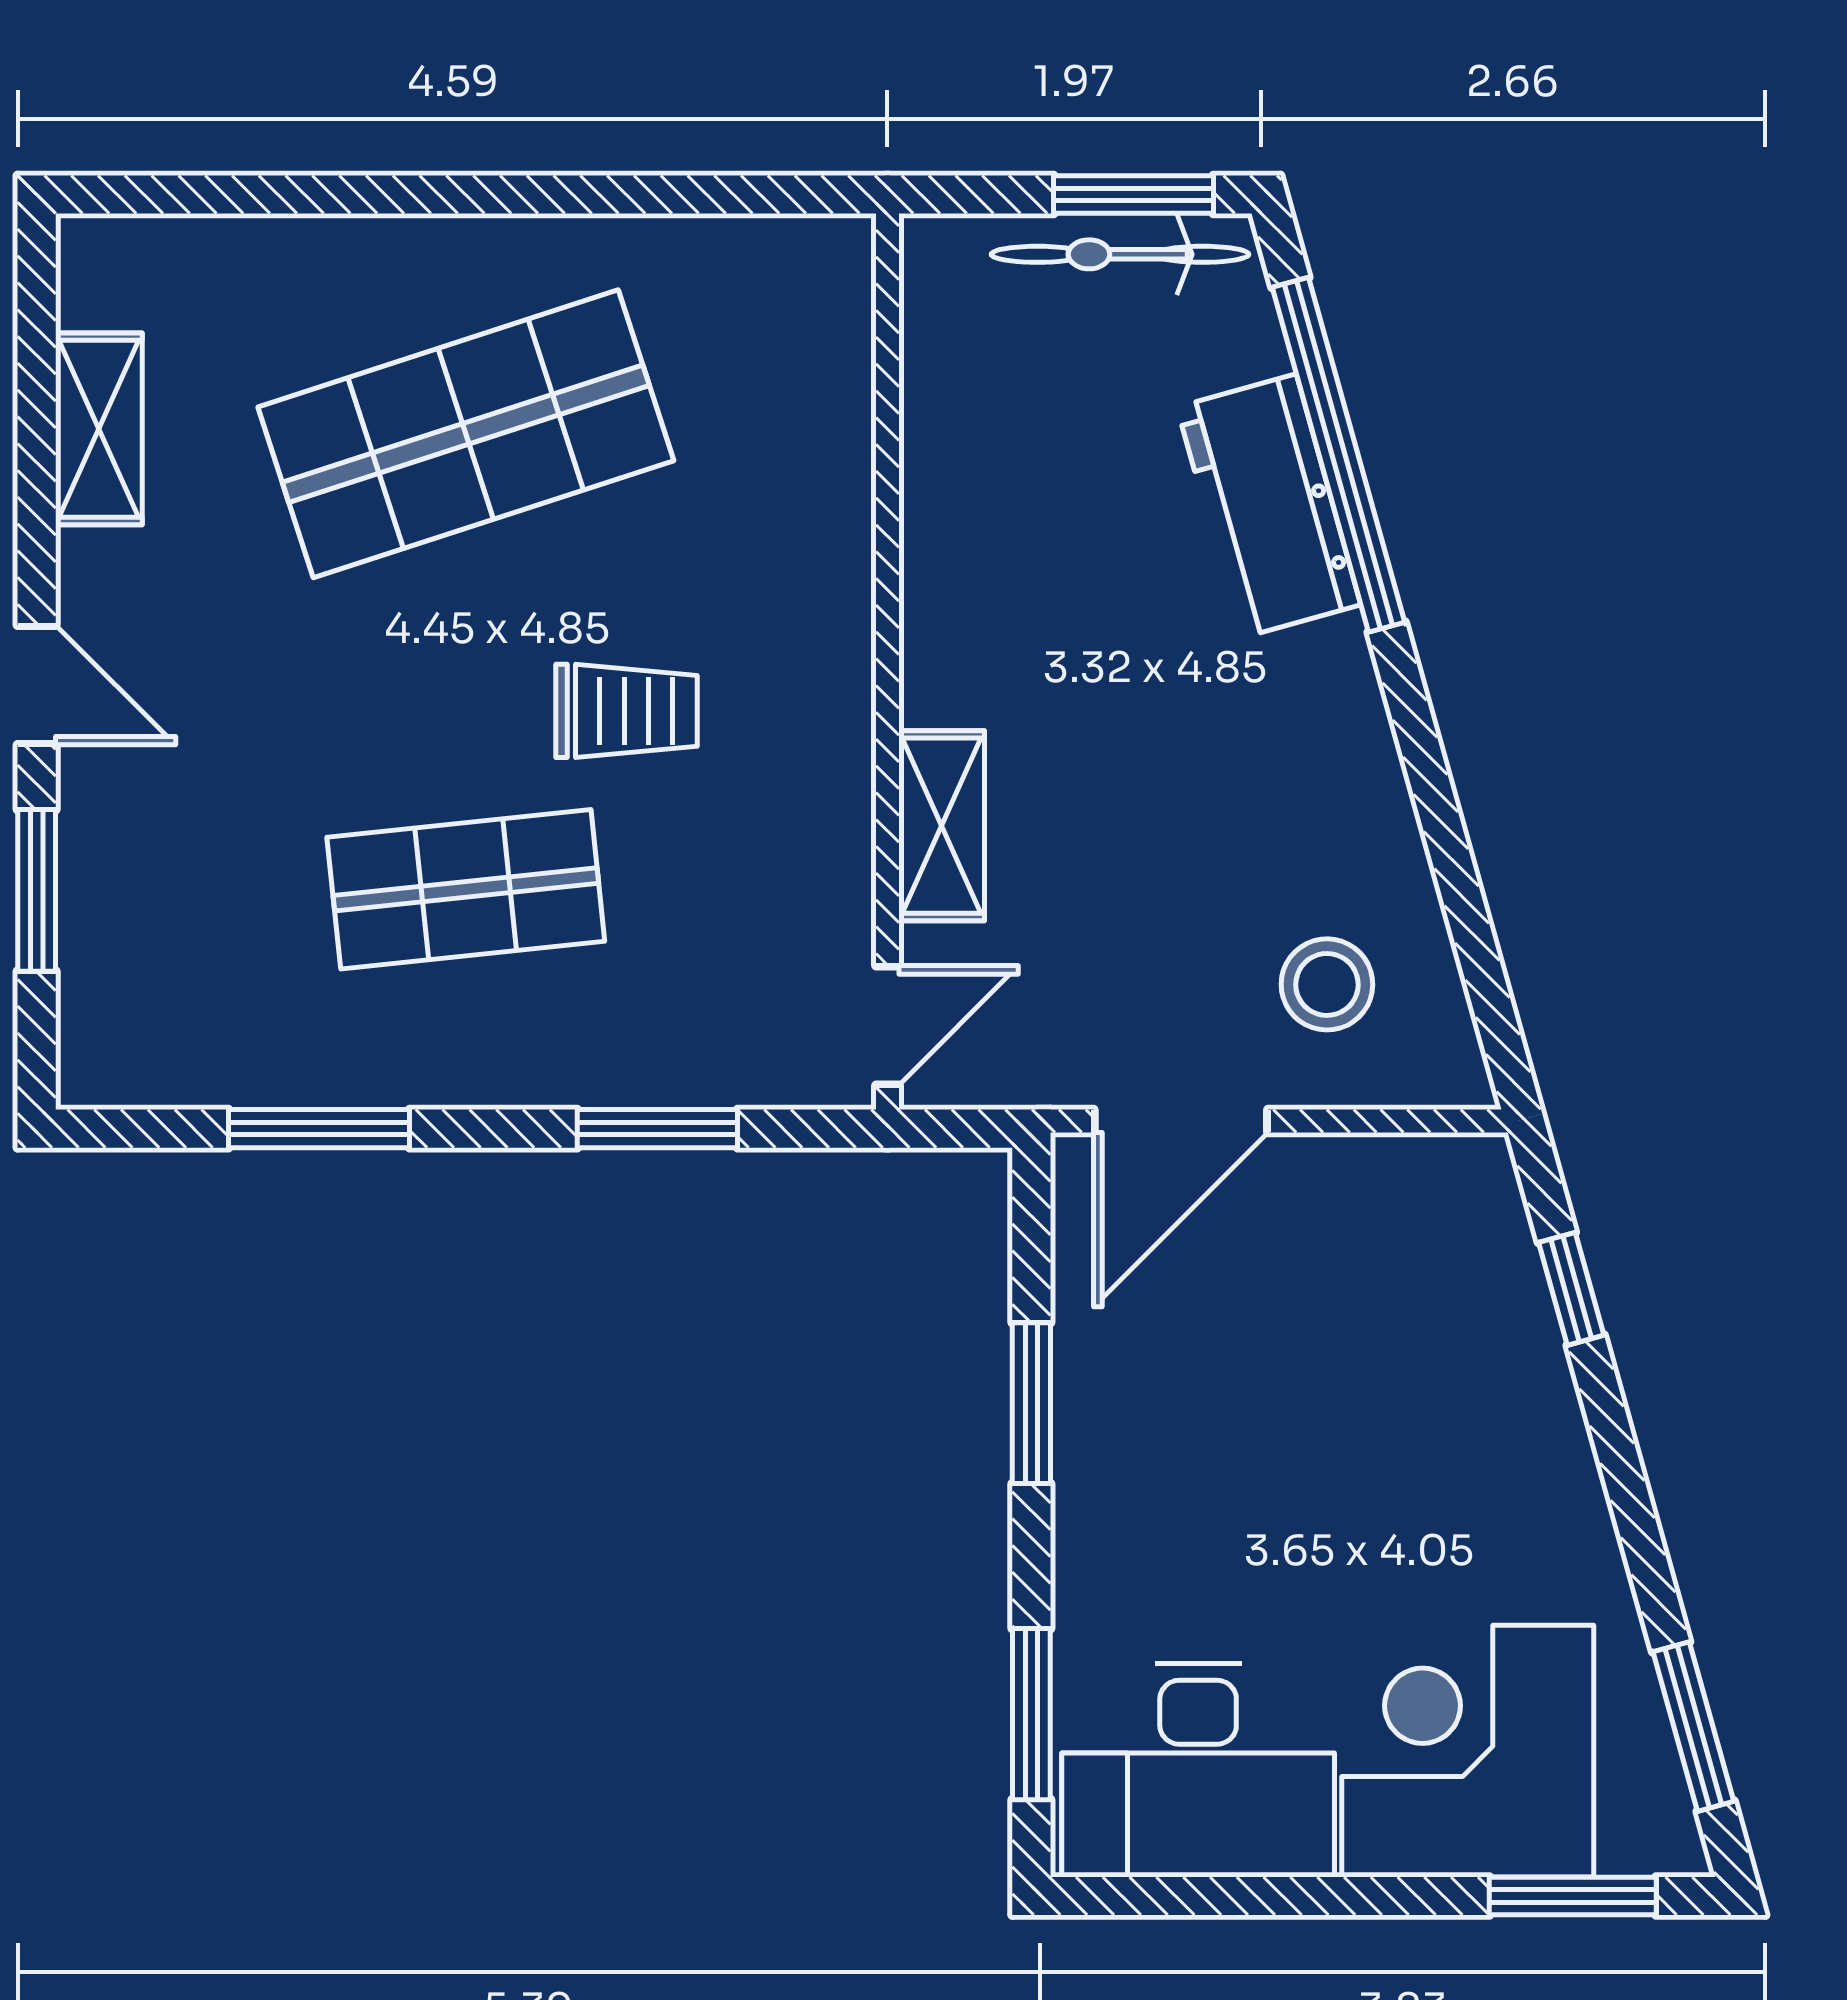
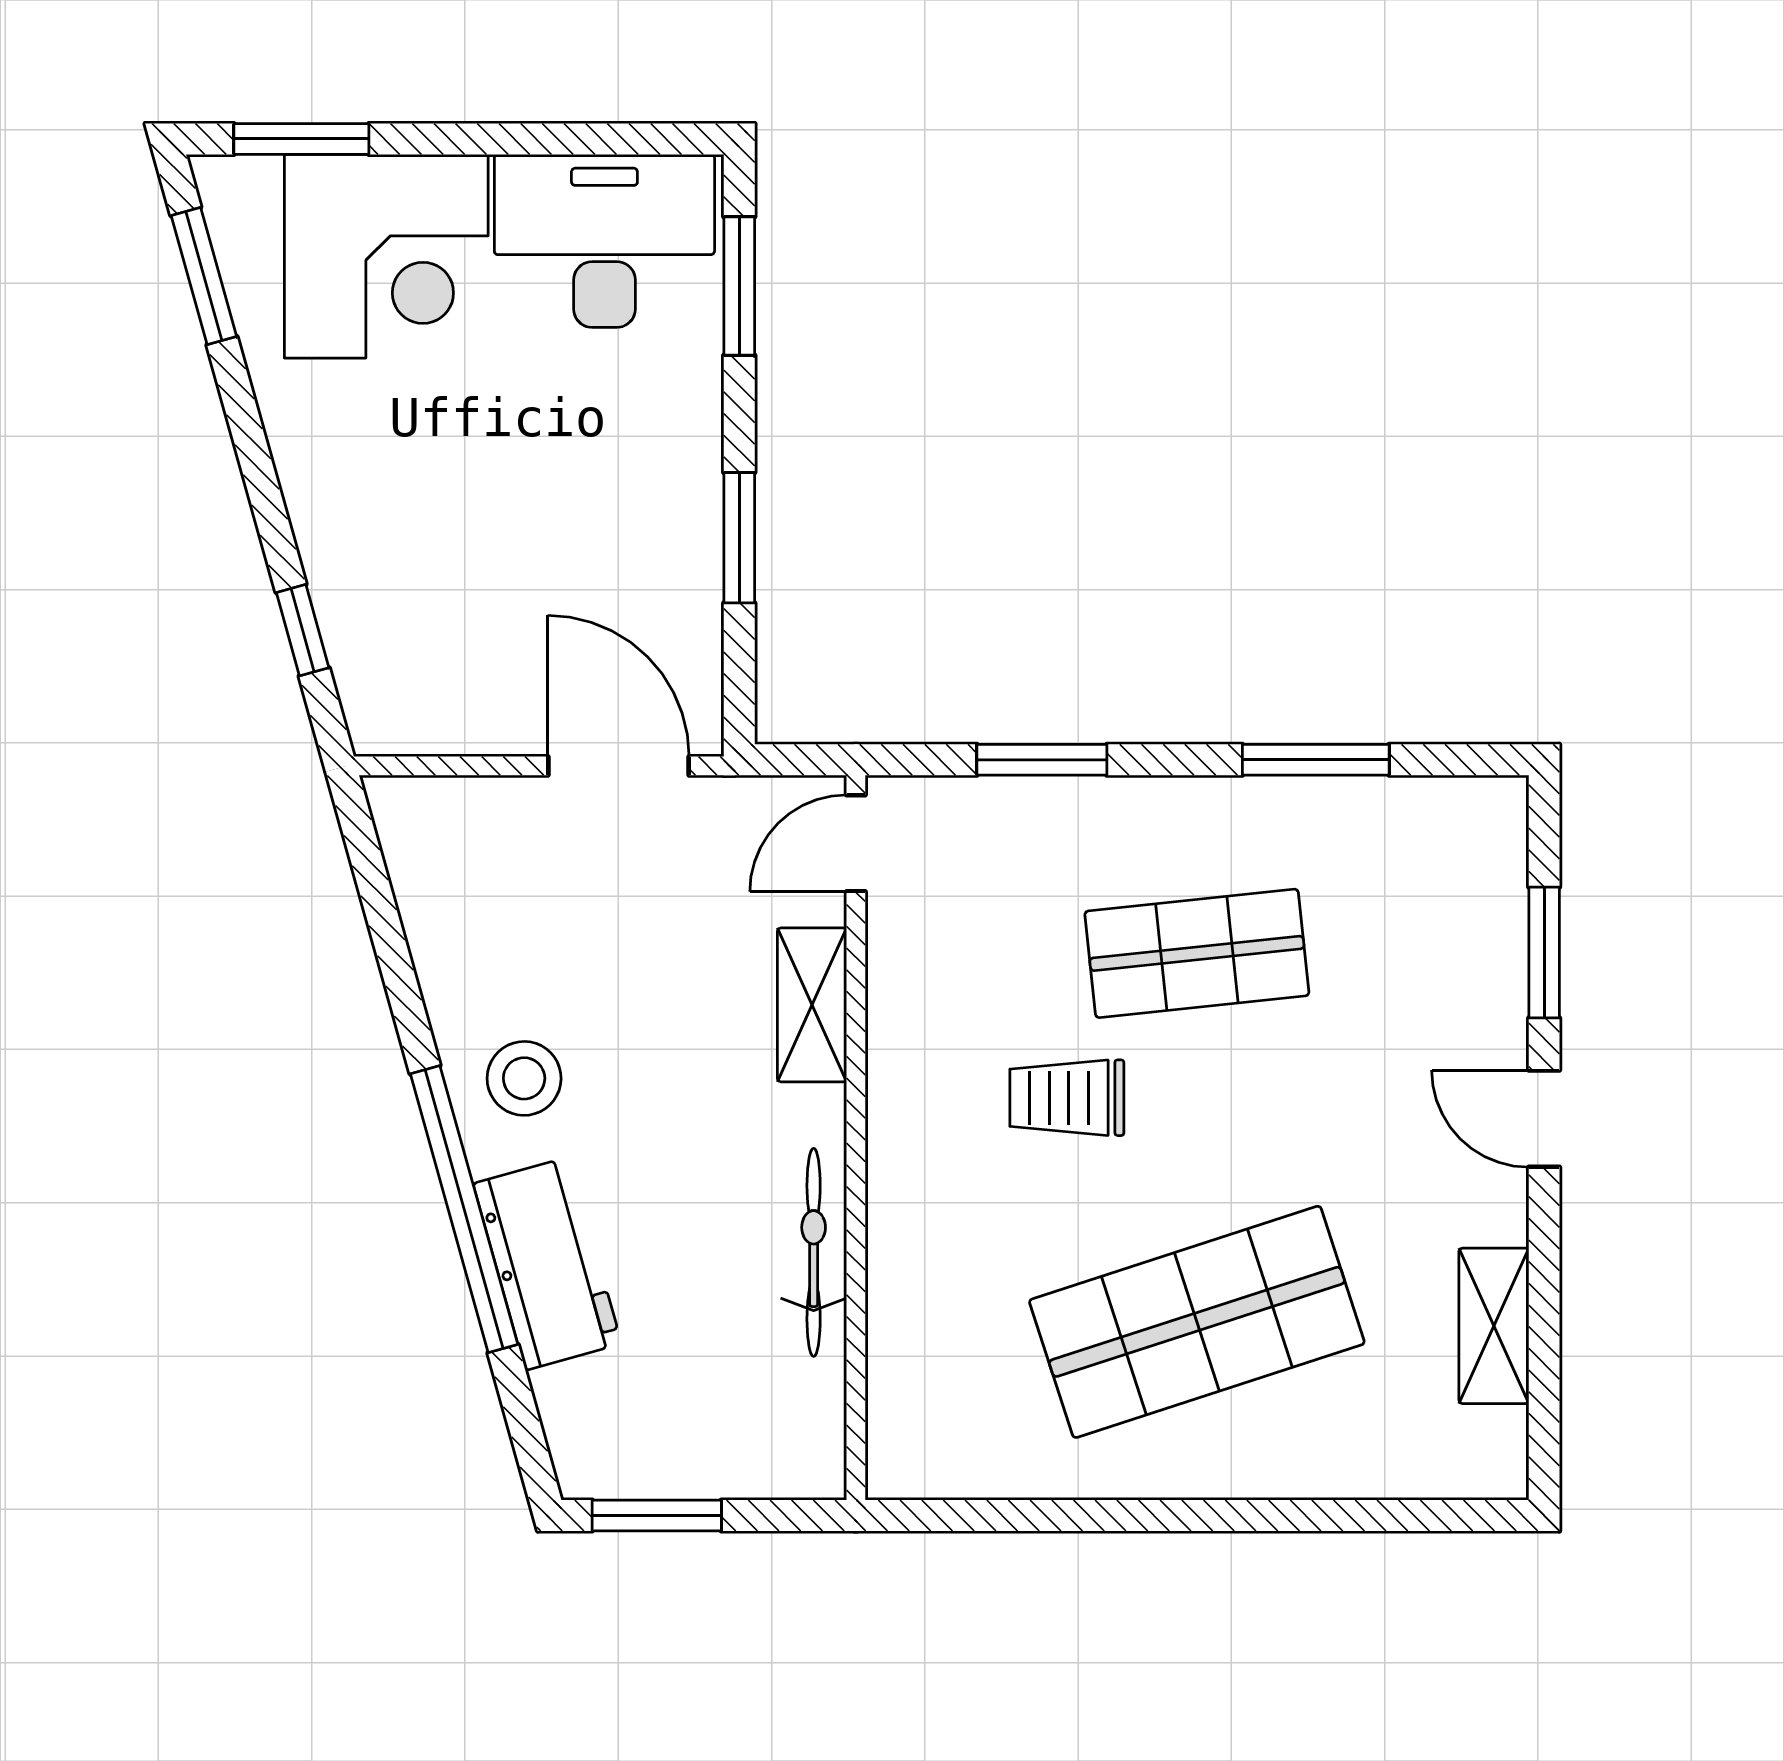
bicycle: (1120, 254) -> (814, 1252), moved, turned -90
window: (1339, 455) -> (464, 1209), moved
stool: (1327, 984) -> (524, 1078), moved
door: (1181, 1121) -> (618, 766), hinge flipped

